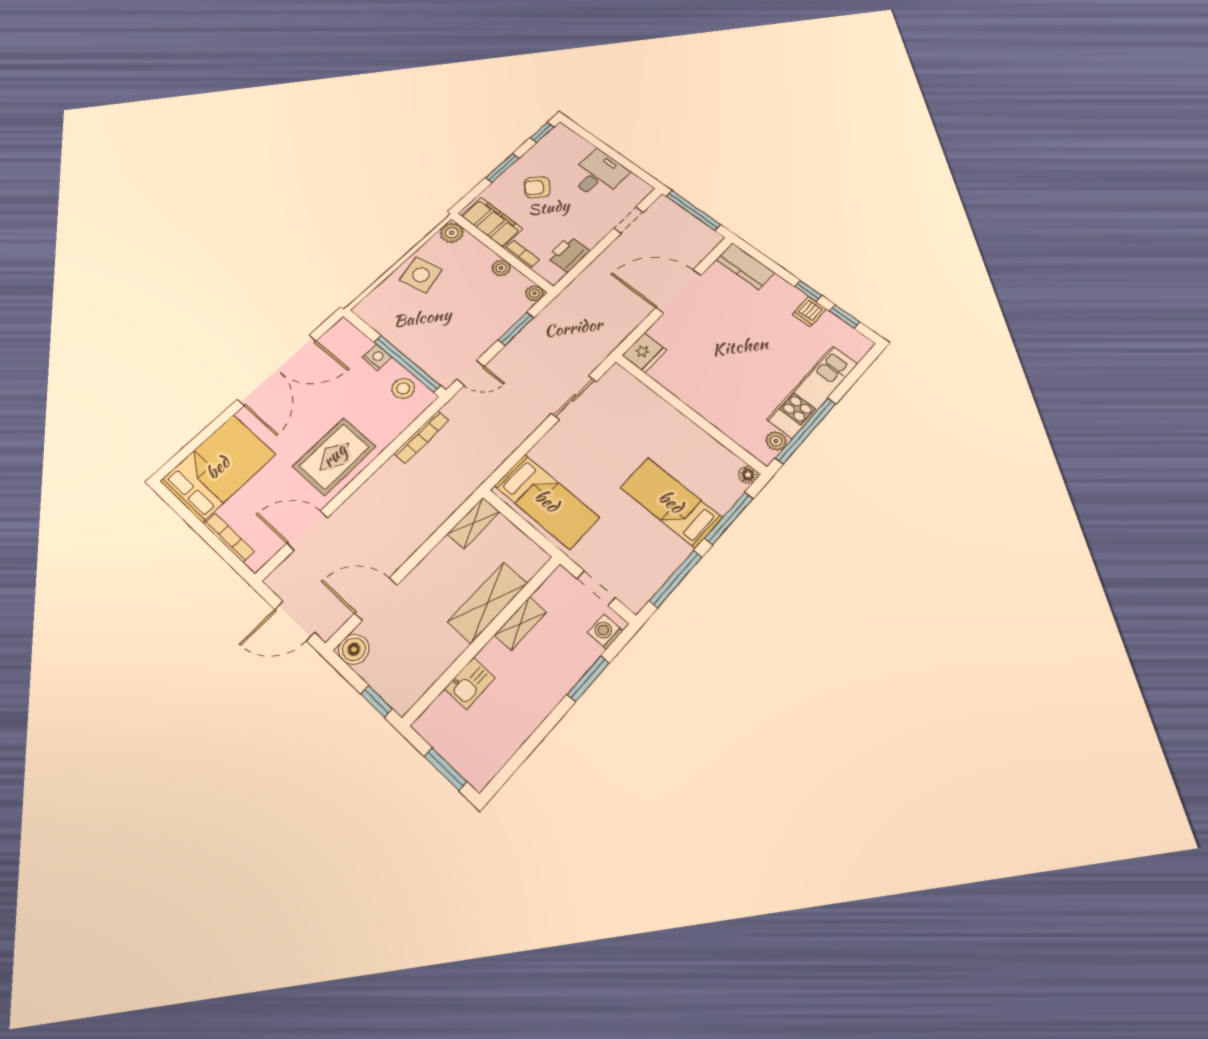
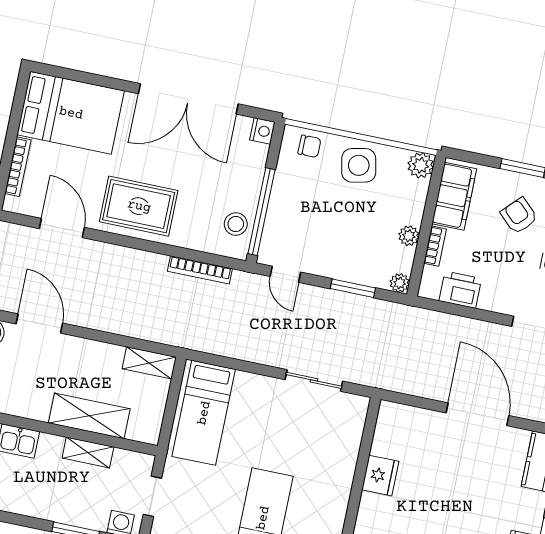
chair: (381, 302) -> (309, 146), added
fridge: (644, 353) -> (380, 476), moved, turned -90
nightstand: (377, 357) -> (262, 131), moved

